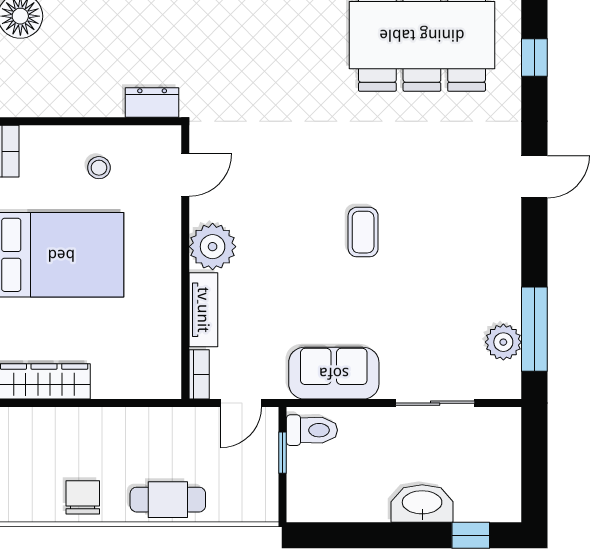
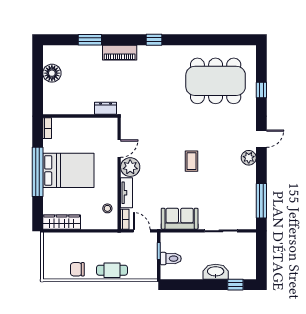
stool: (99, 168) -> (107, 208), moved
door: (185, 175) -> (119, 149), moved
plant: (503, 342) -> (249, 158), moved
door: (241, 403) -> (142, 231), swing flipped
toilet: (312, 430) -> (171, 259), moved
chair: (83, 497) -> (77, 269), turned -90

